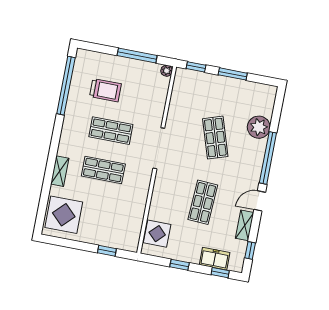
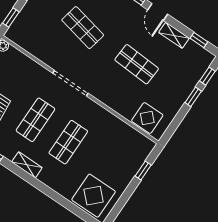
shop shelf: (215, 138) -> (83, 28), turned 30
shelving: (60, 171) -> (27, 165), moved
freezer: (215, 259) -> (192, 76), removed
window: (180, 265) -> (193, 97), moved

